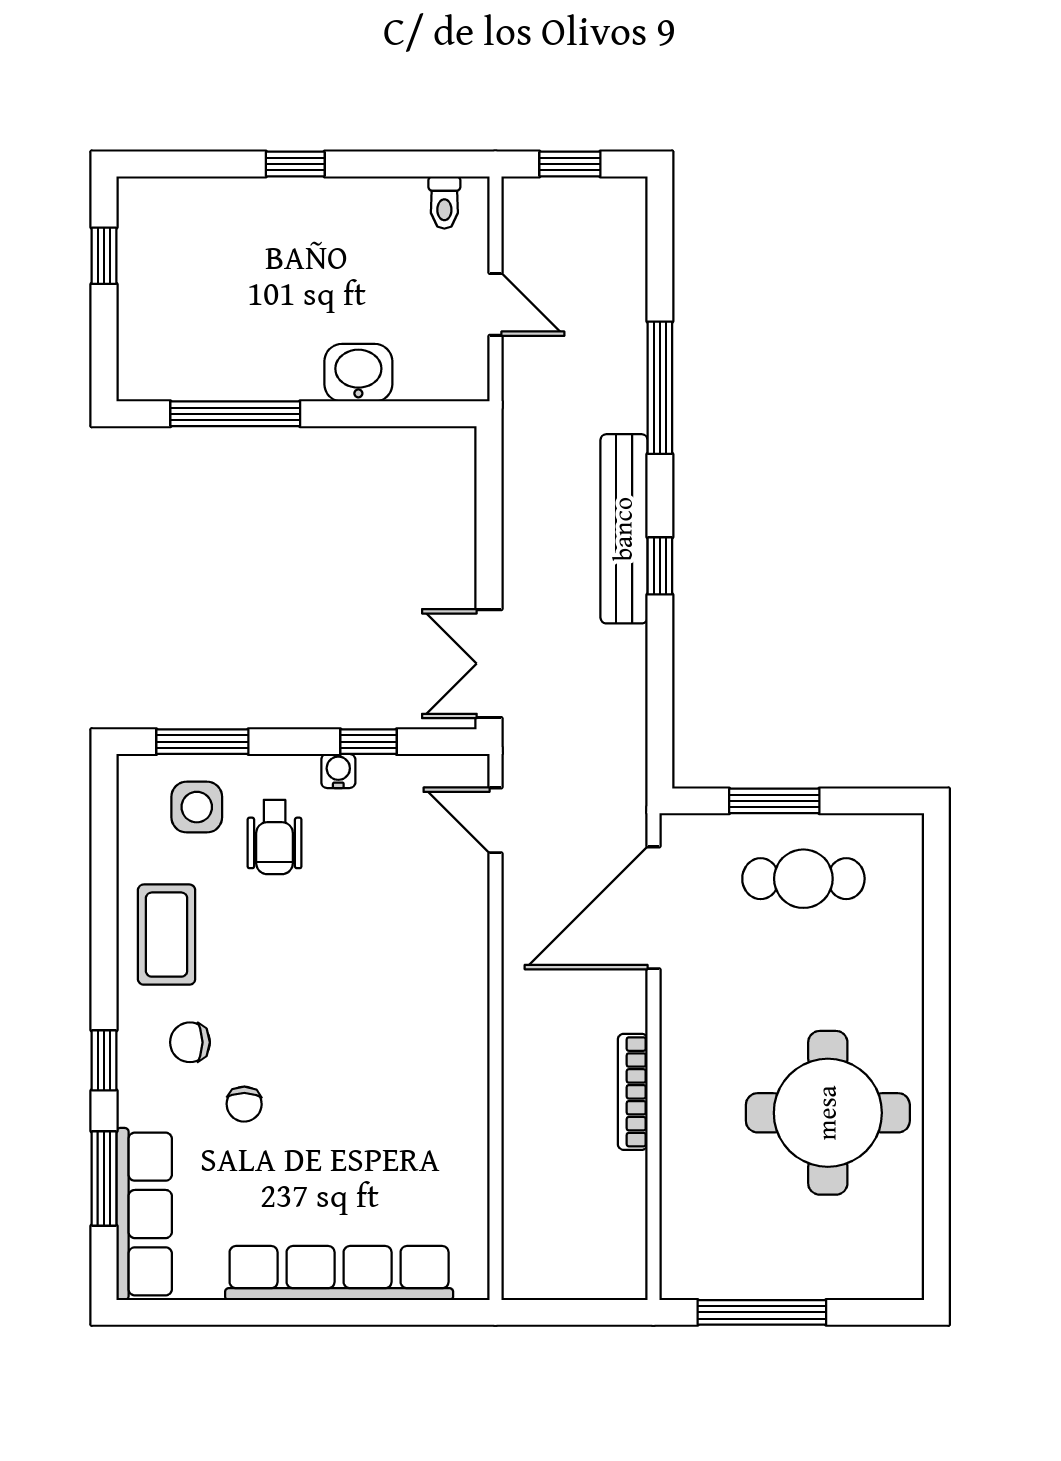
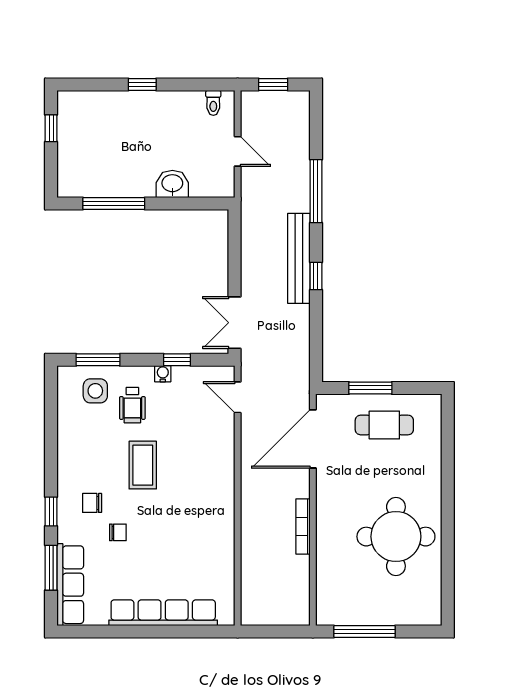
coffee table: (167, 935) -> (143, 465), moved
chair: (244, 1104) -> (118, 532), turned -91

